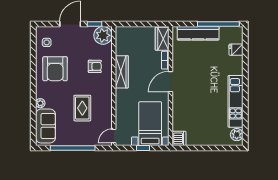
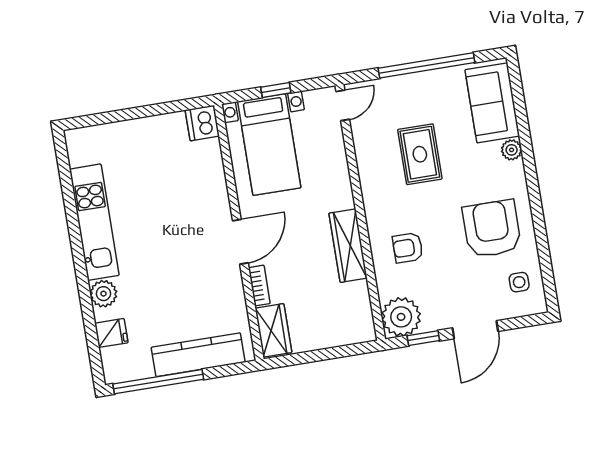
plant: (237, 135) -> (103, 294), moved

